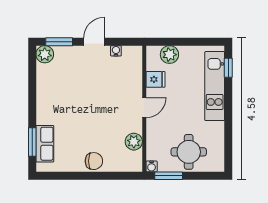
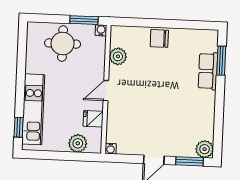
water cooler: (116, 51) -> (111, 149), moved
row of seats: (45, 144) -> (208, 71), moved

